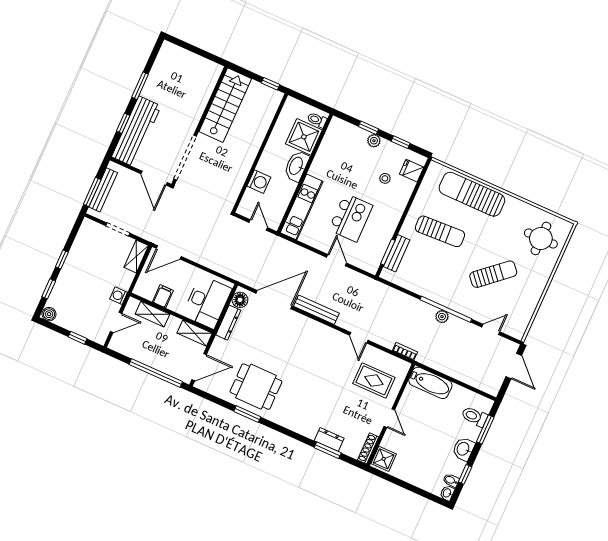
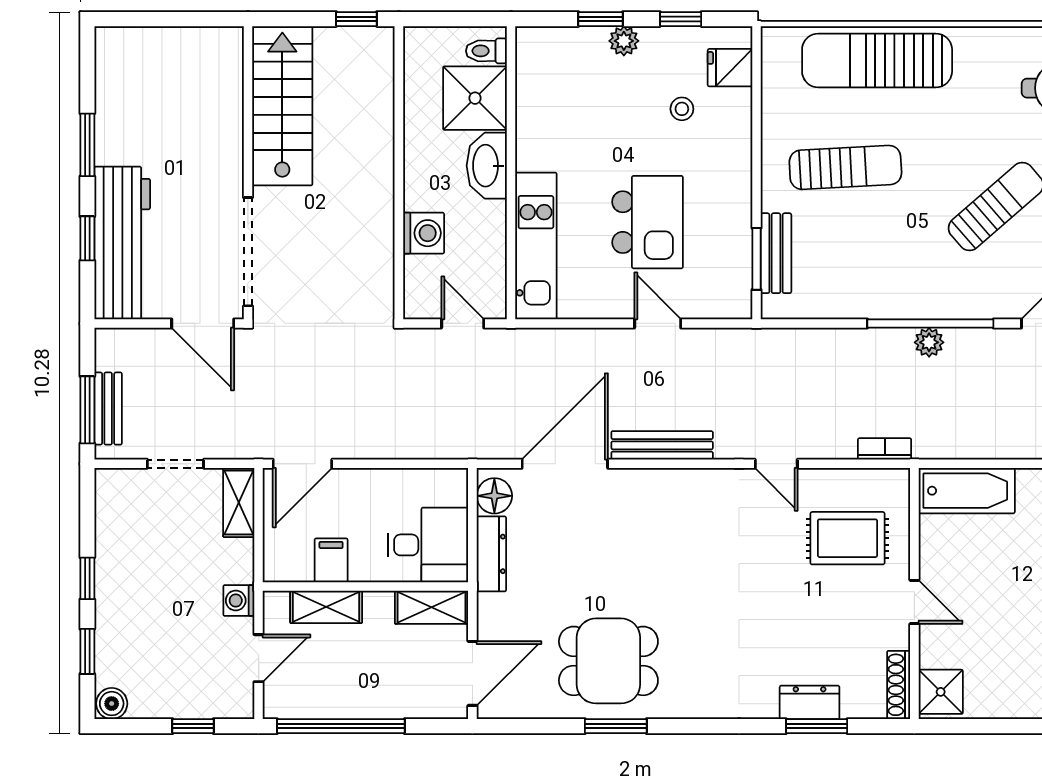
bench: (103, 190) -> (108, 409), width x0.73
desk: (207, 302) -> (428, 545), width x0.73
window: (156, 373) -> (341, 726), moved

